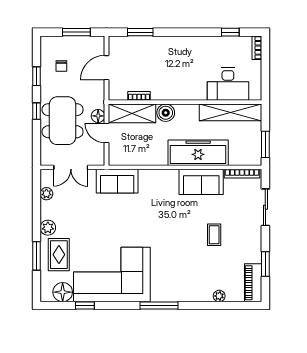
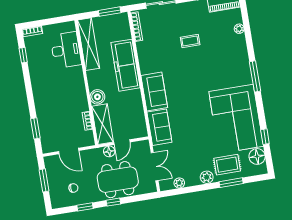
sofa: (201, 182) -> (154, 91), moved

